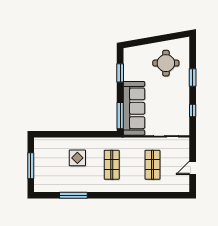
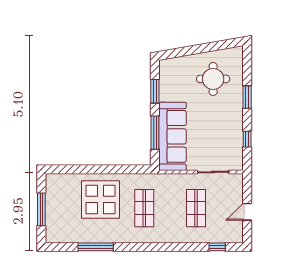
window: (120, 116) -> (155, 133), moved
display table: (77, 158) -> (101, 199), width x1.86, depth x1.86
window: (169, 195) -> (217, 247), added

